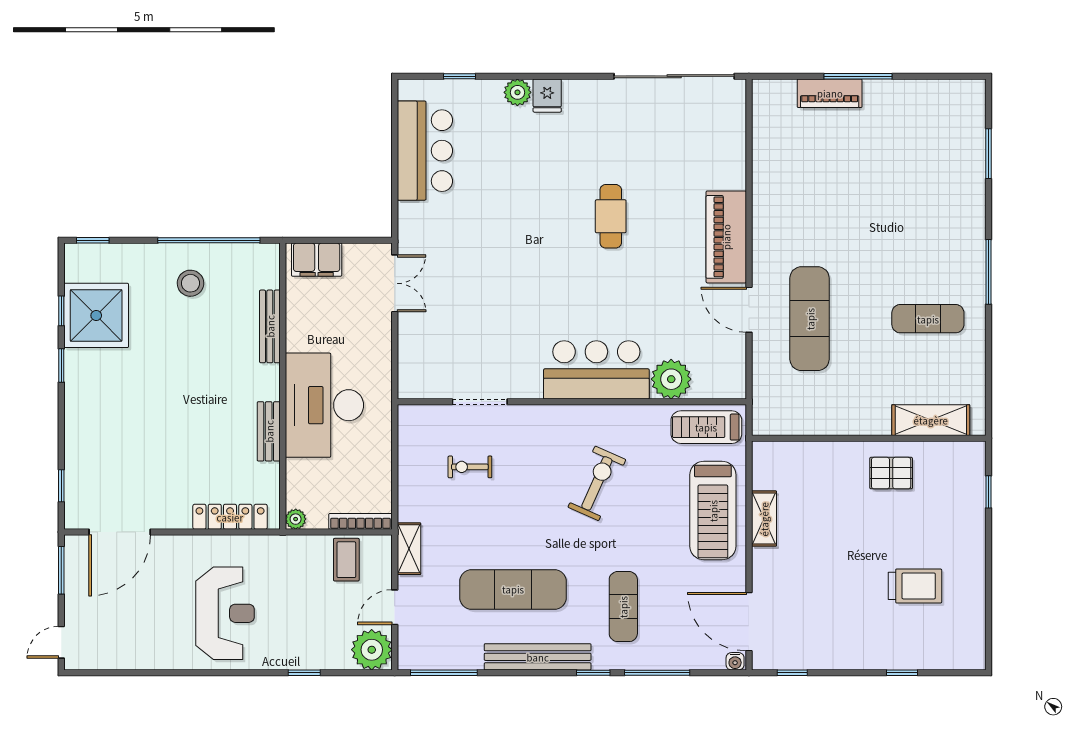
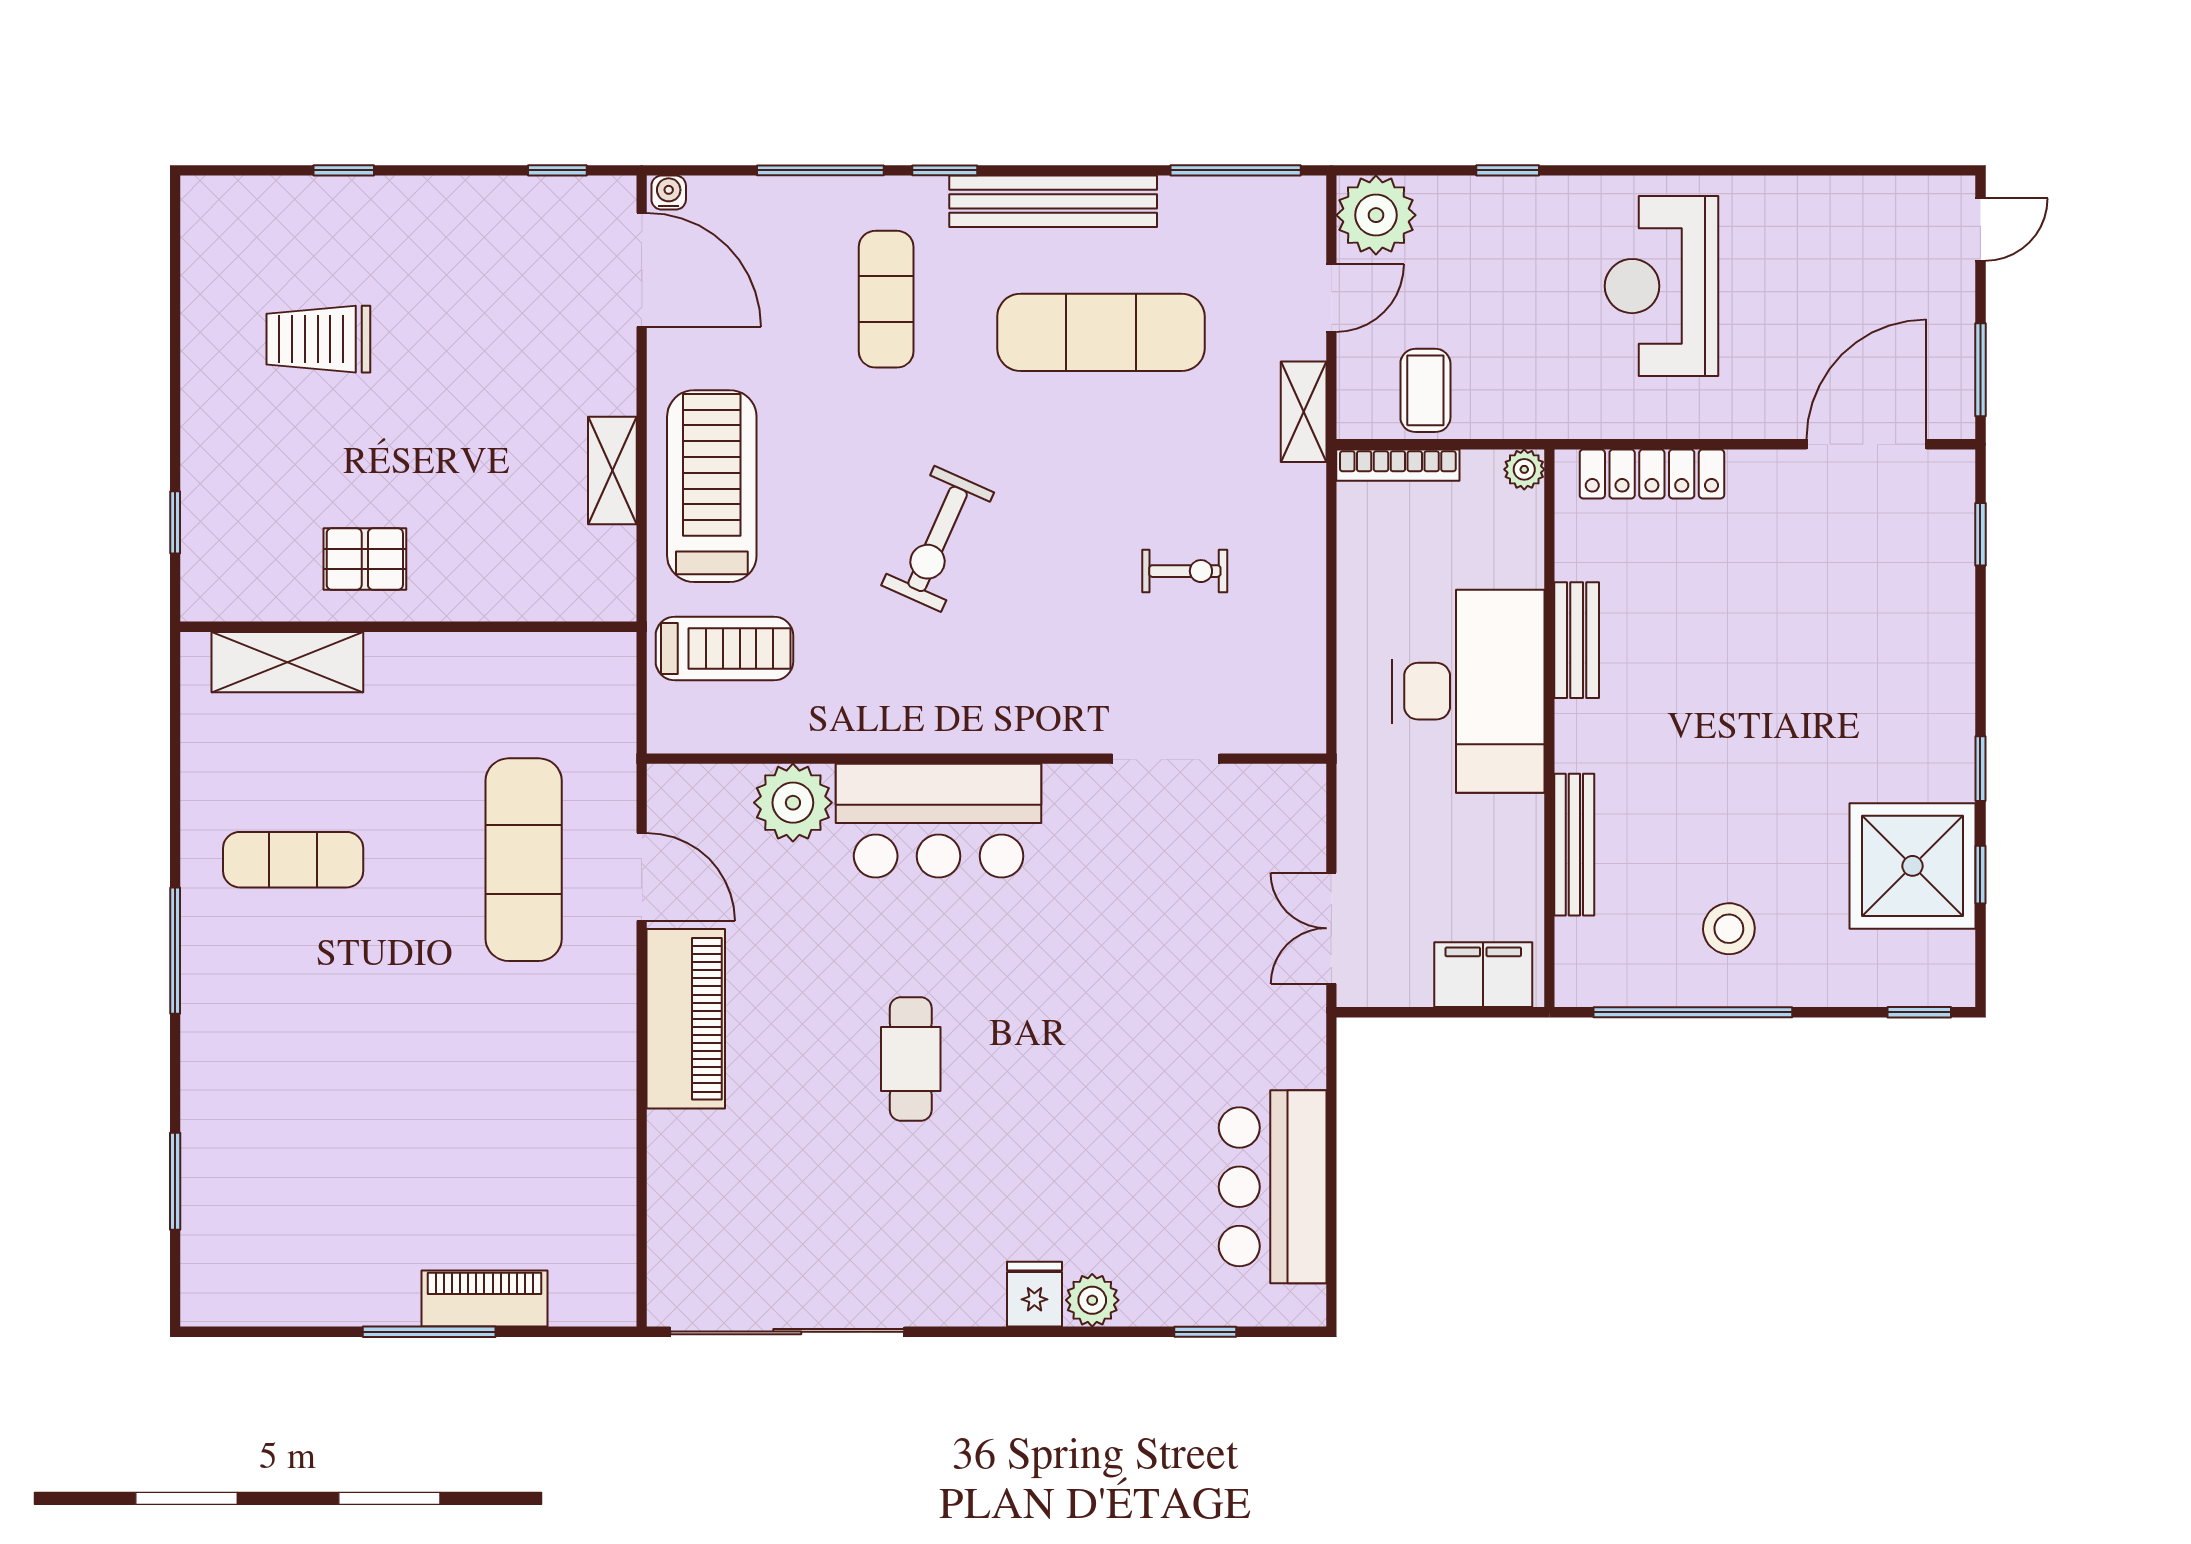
bar counter: (596, 370) -> (939, 821), moved
plant: (671, 379) -> (793, 803), moved
doorway: (480, 402) -> (1166, 759), moved
wall: (572, 402) -> (987, 759), moved

